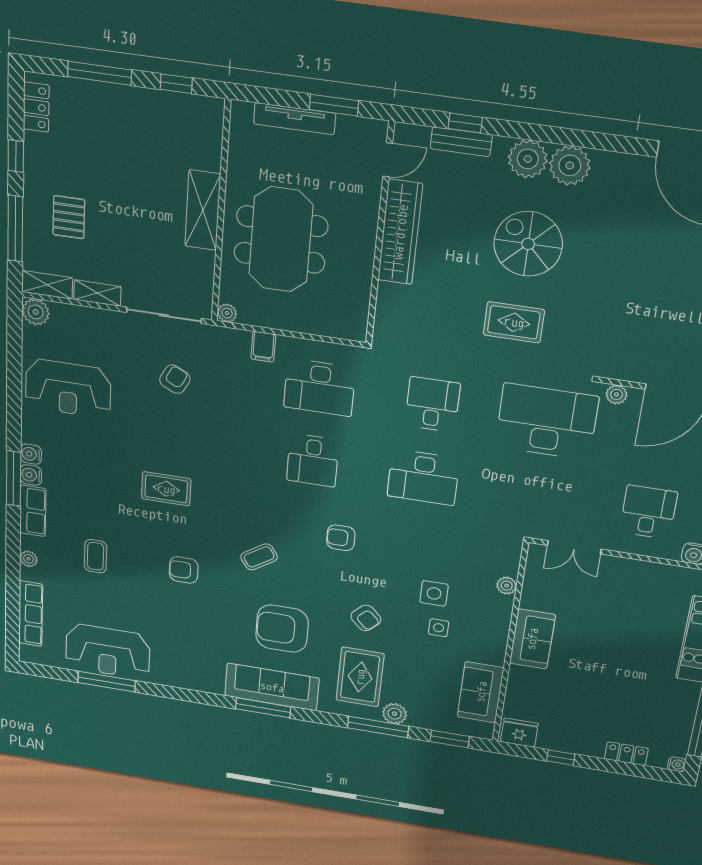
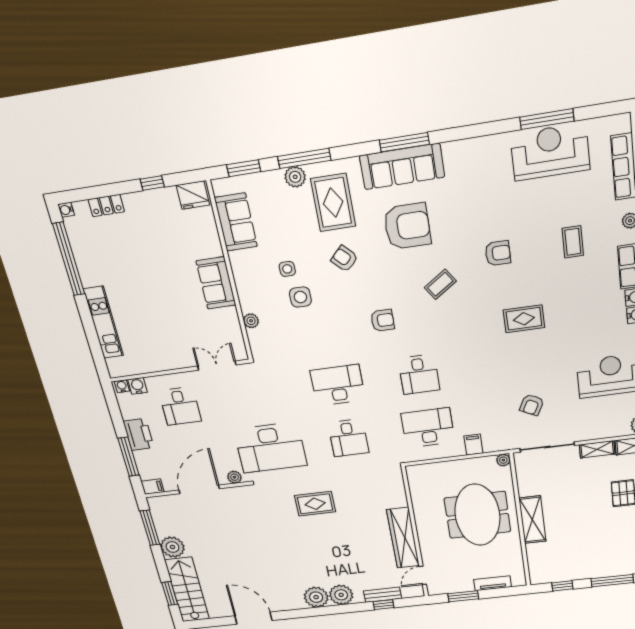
tv unit: (295, 119) -> (493, 583), width x0.71
spiral stairs: (528, 244) -> (324, 550), removed
desk: (313, 460) -> (419, 374), turned 180

